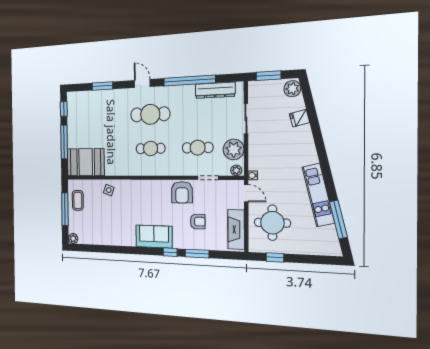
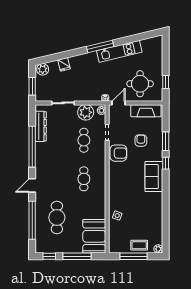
window: (102, 86) -> (32, 220), width x2.11
cafe table: (150, 114) -> (57, 217), moved
coffee table: (78, 200) -> (139, 245), moved
window: (338, 219) -> (100, 46), moved

